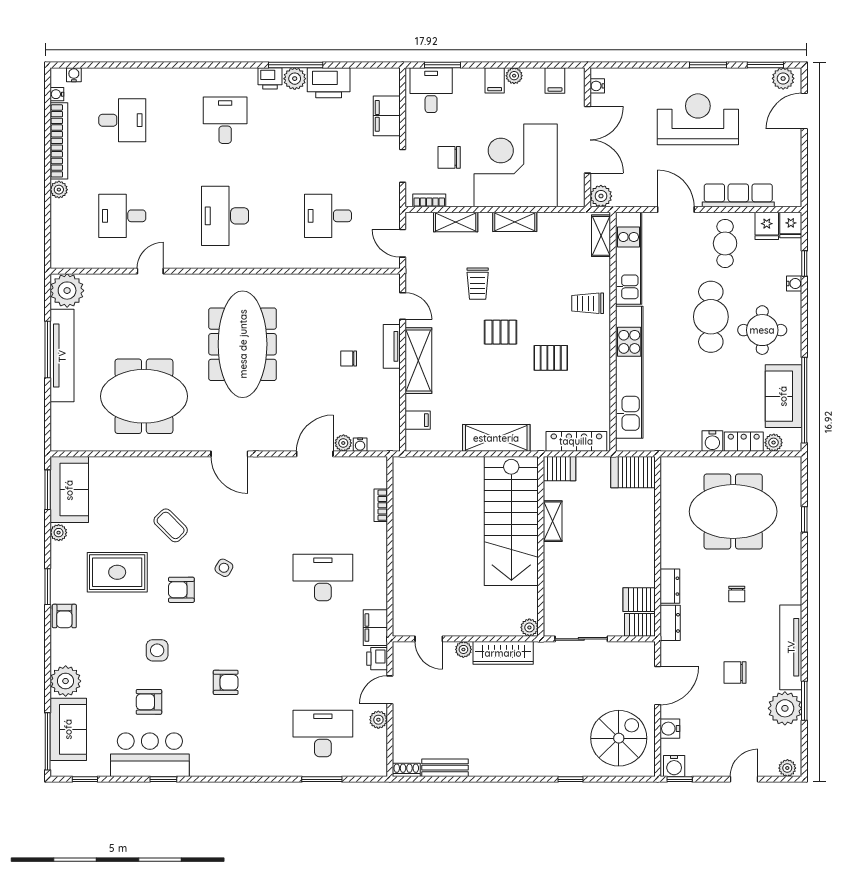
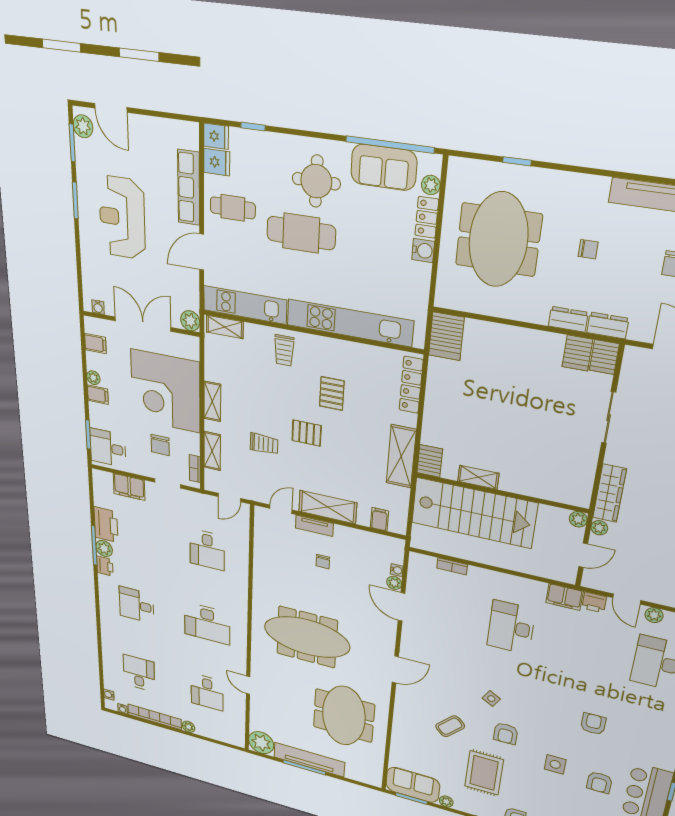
water cooler: (794, 284) -> (272, 140), removed
pallet: (501, 332) -> (307, 433), turned 90
server rack: (559, 469) -> (430, 461), moved
stairs: (511, 521) -> (474, 513), moved
shelving: (553, 521) -> (478, 477), moved
wall: (541, 546) -> (501, 493), moved
plant: (529, 627) -> (578, 519), moved

